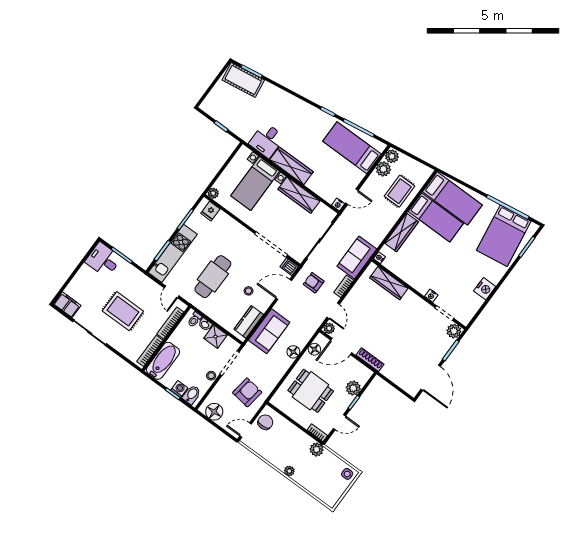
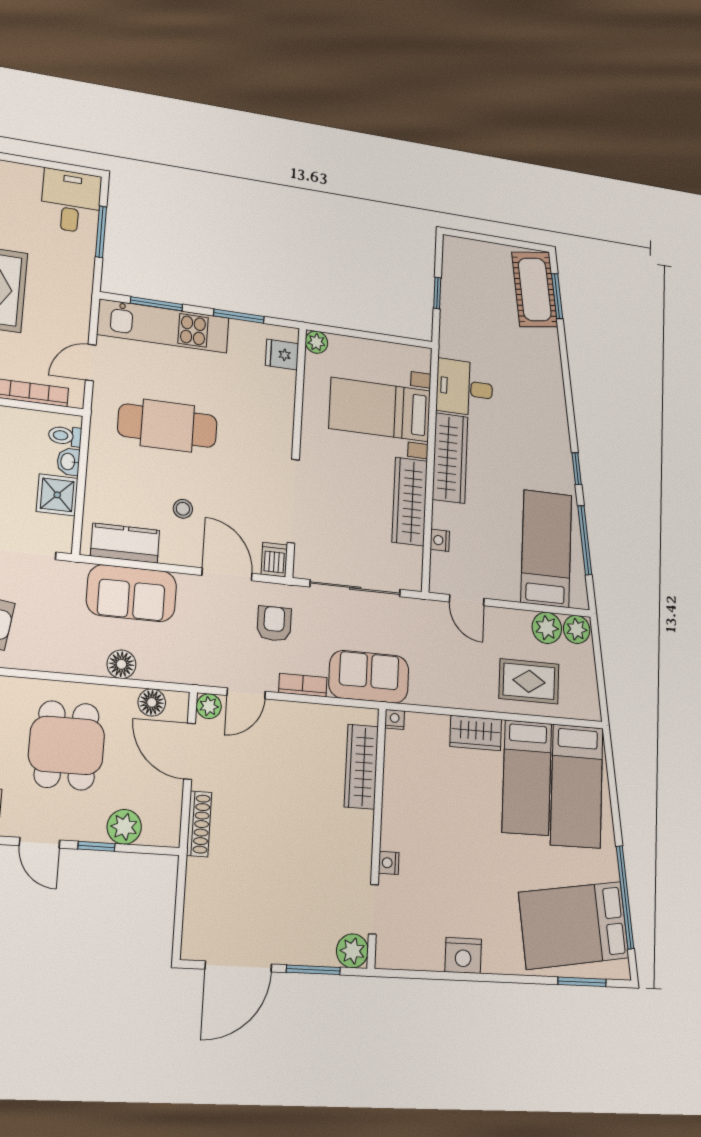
nightstand: (338, 204) -> (440, 540), moved
wardrobe: (402, 232) -> (476, 733), width x0.67

